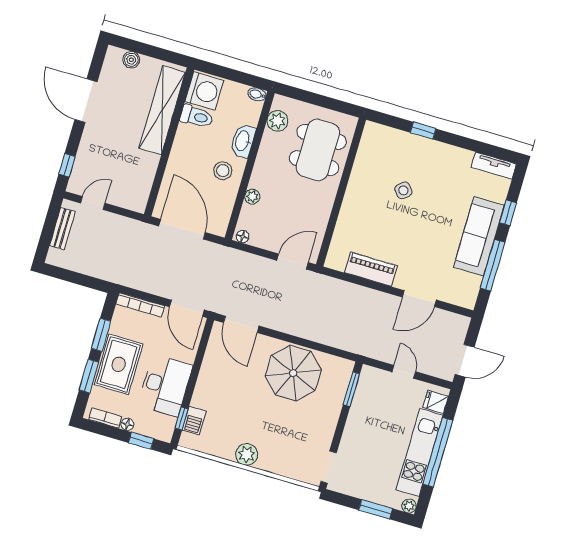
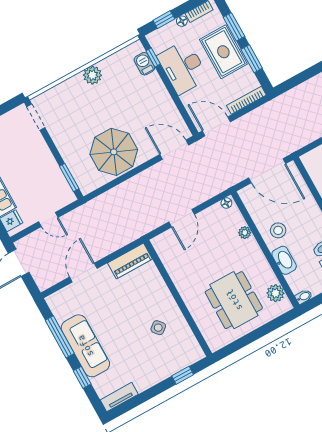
wall: (341, 192) -> (178, 298), moved

